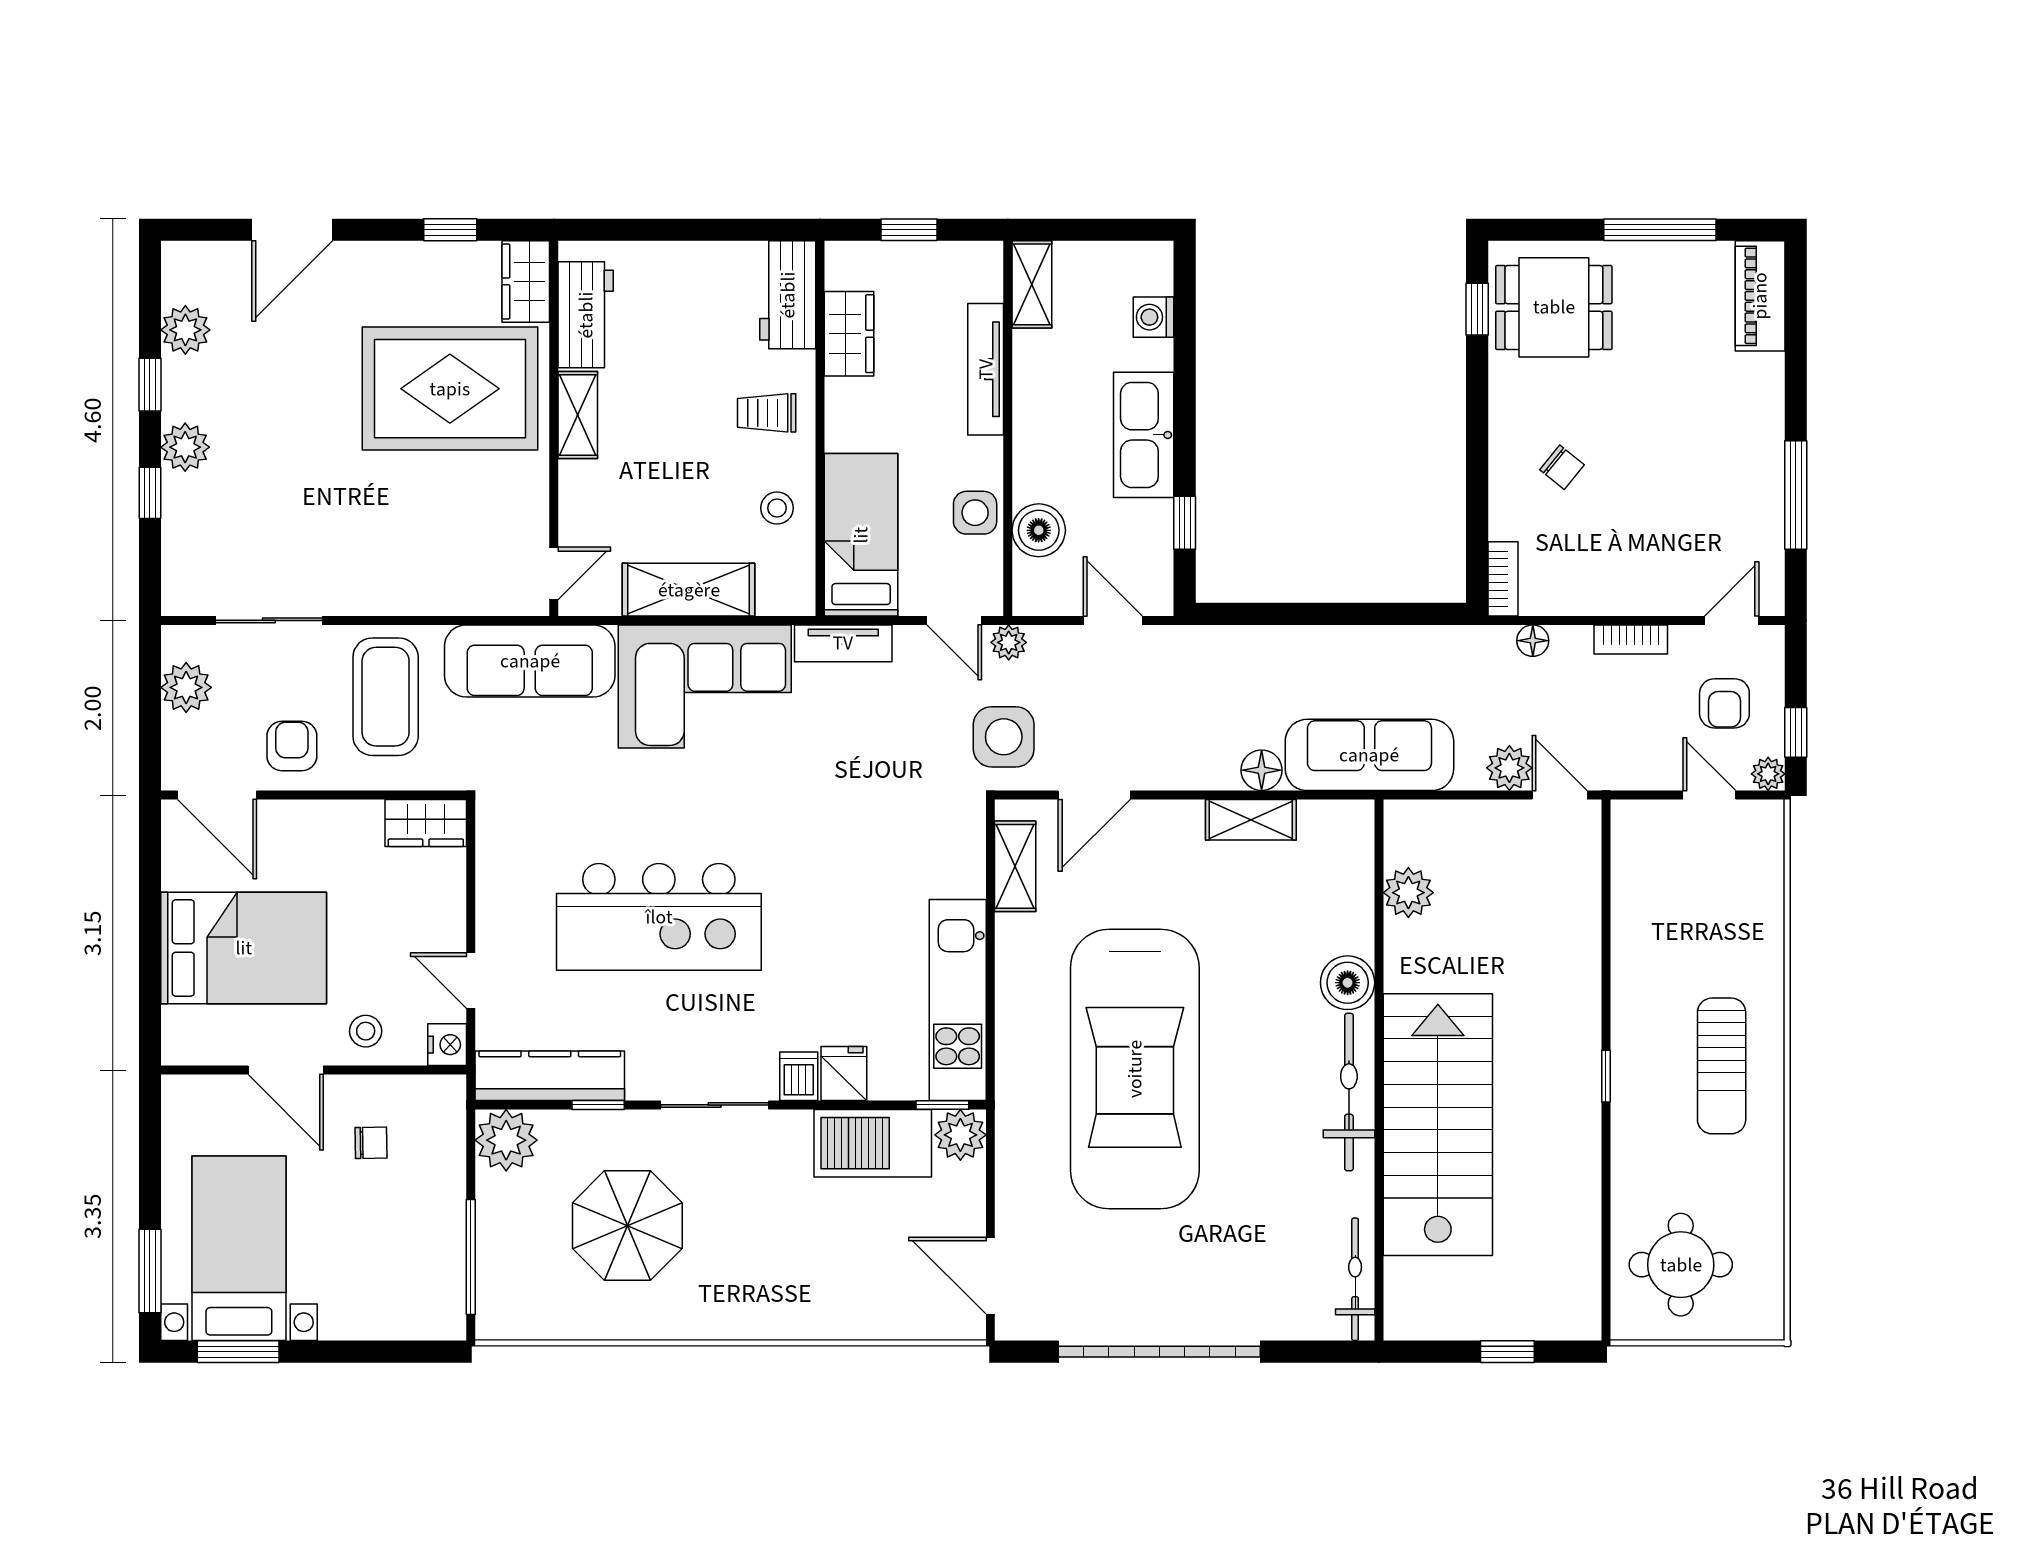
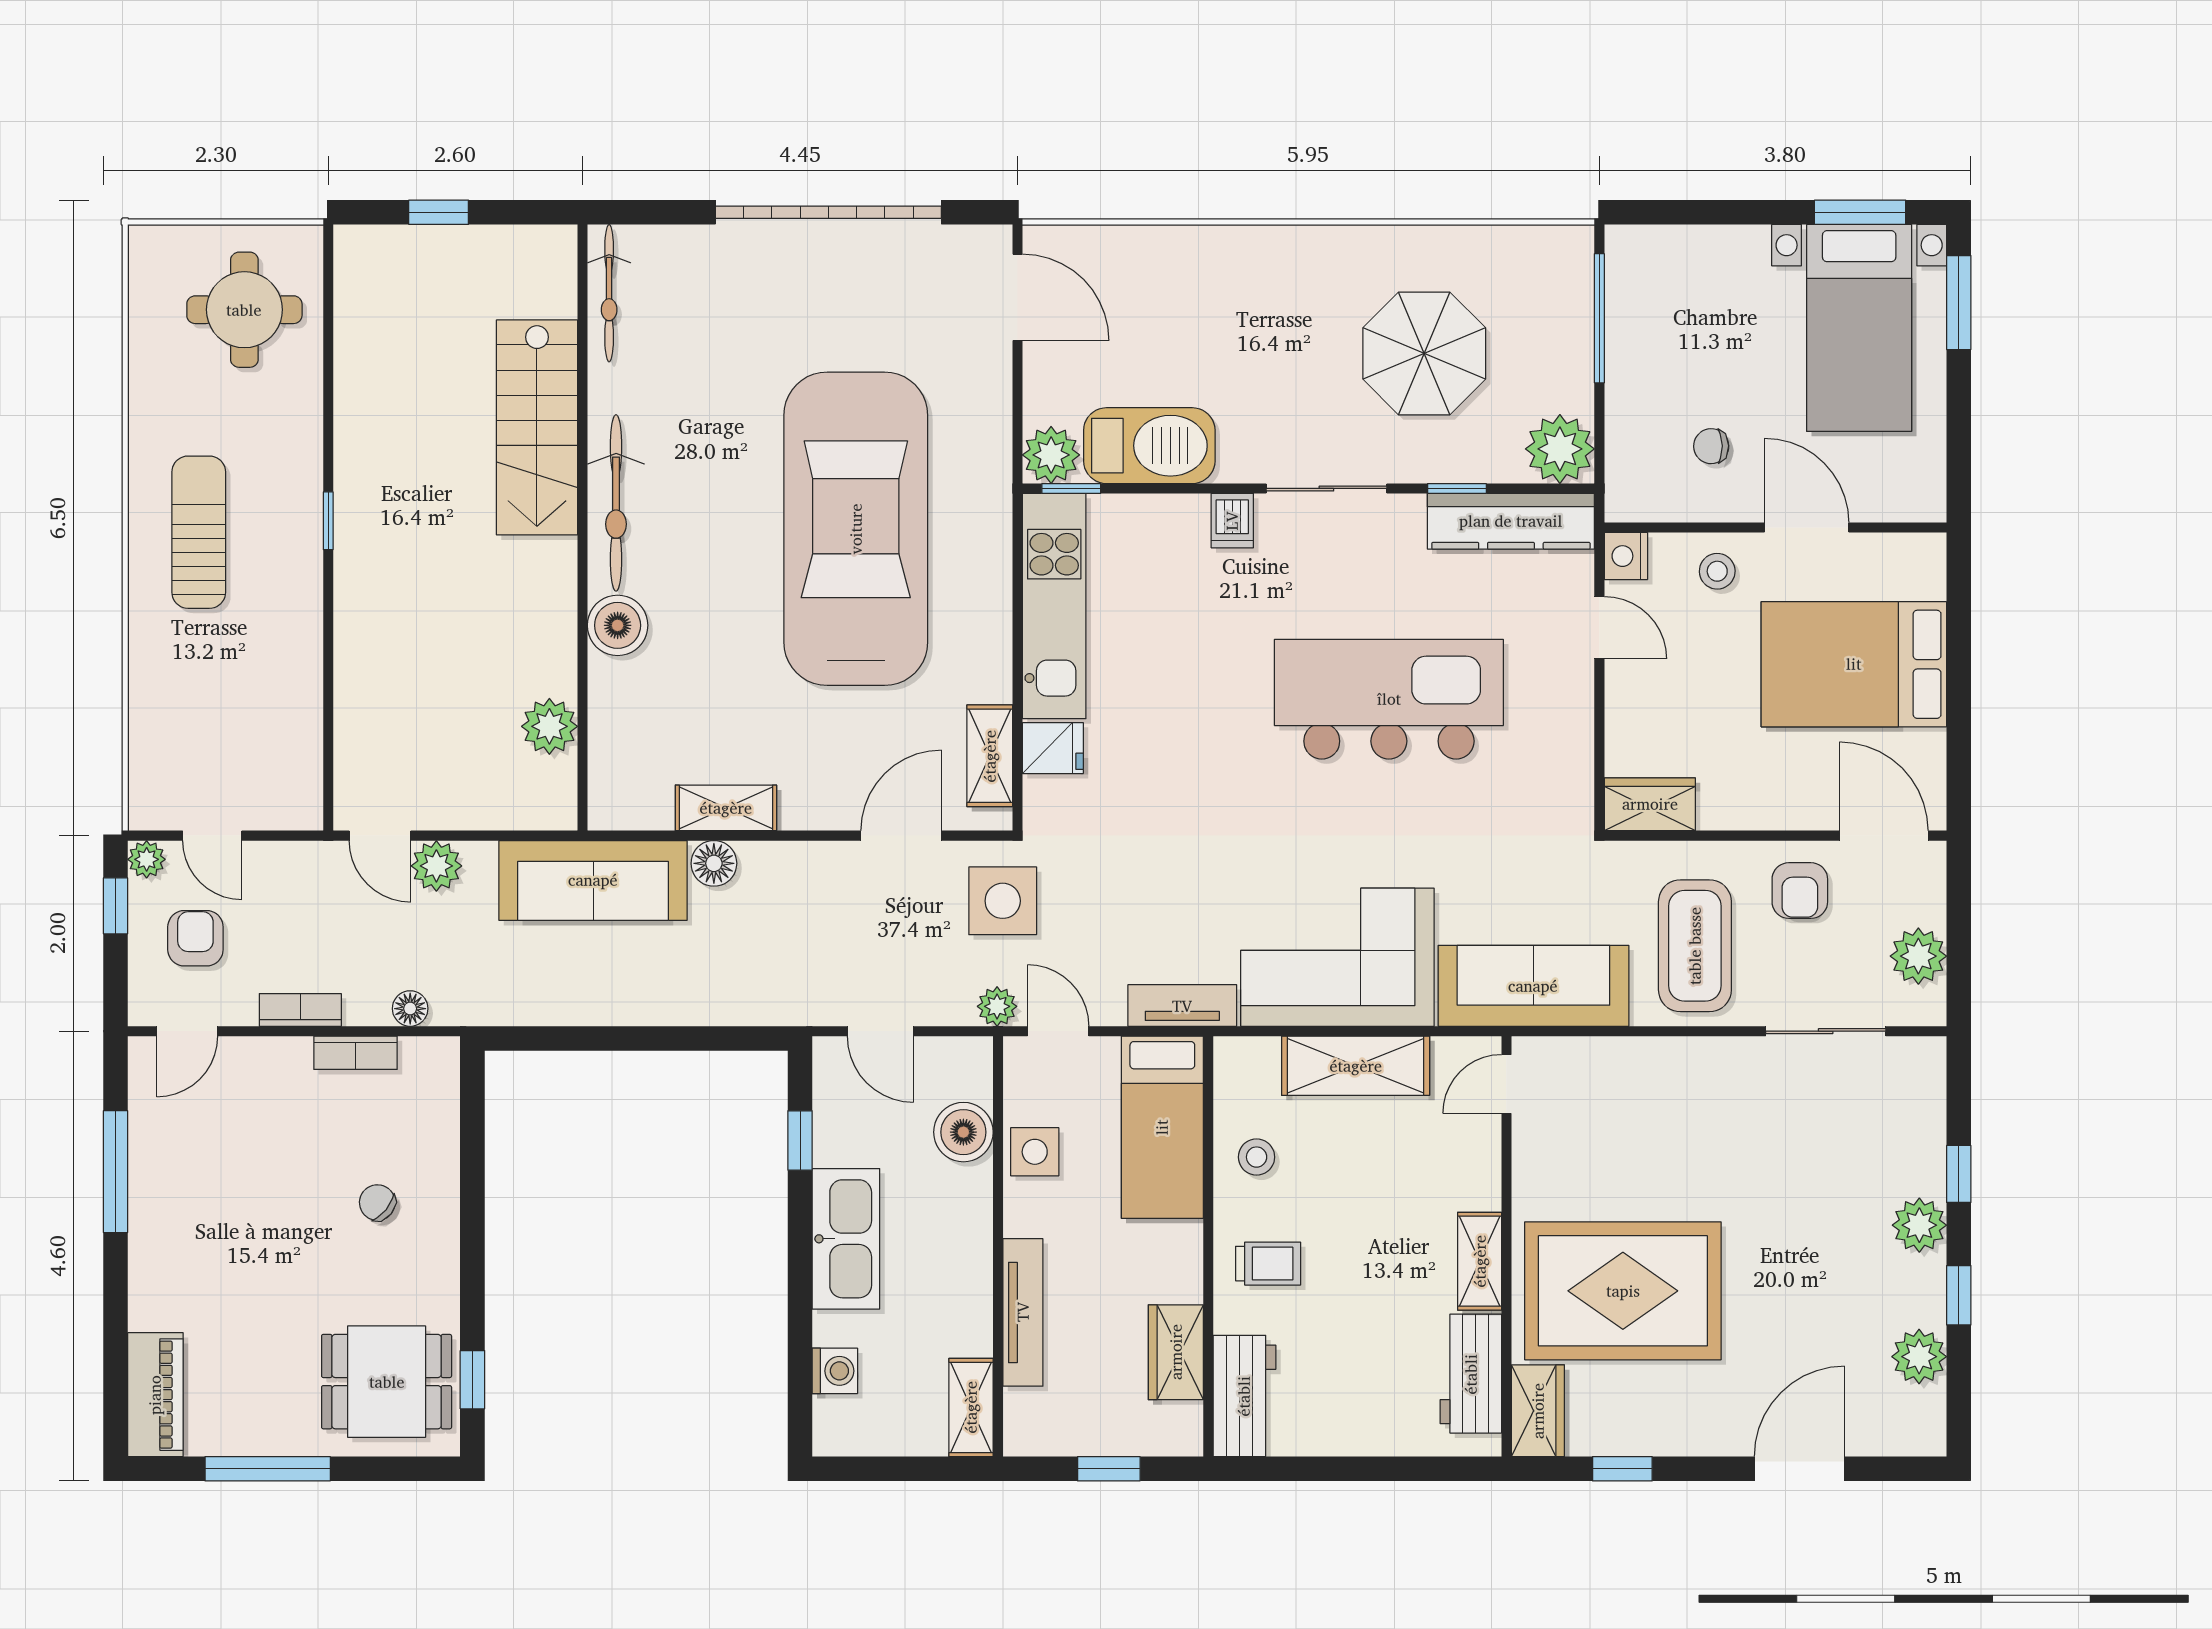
bookcase: (1503, 579) -> (355, 1053), moved, turned -90
fridge: (844, 1073) -> (1053, 748), moved, turned -90
stairs: (1438, 1125) -> (537, 427), width x0.73, depth x0.66

